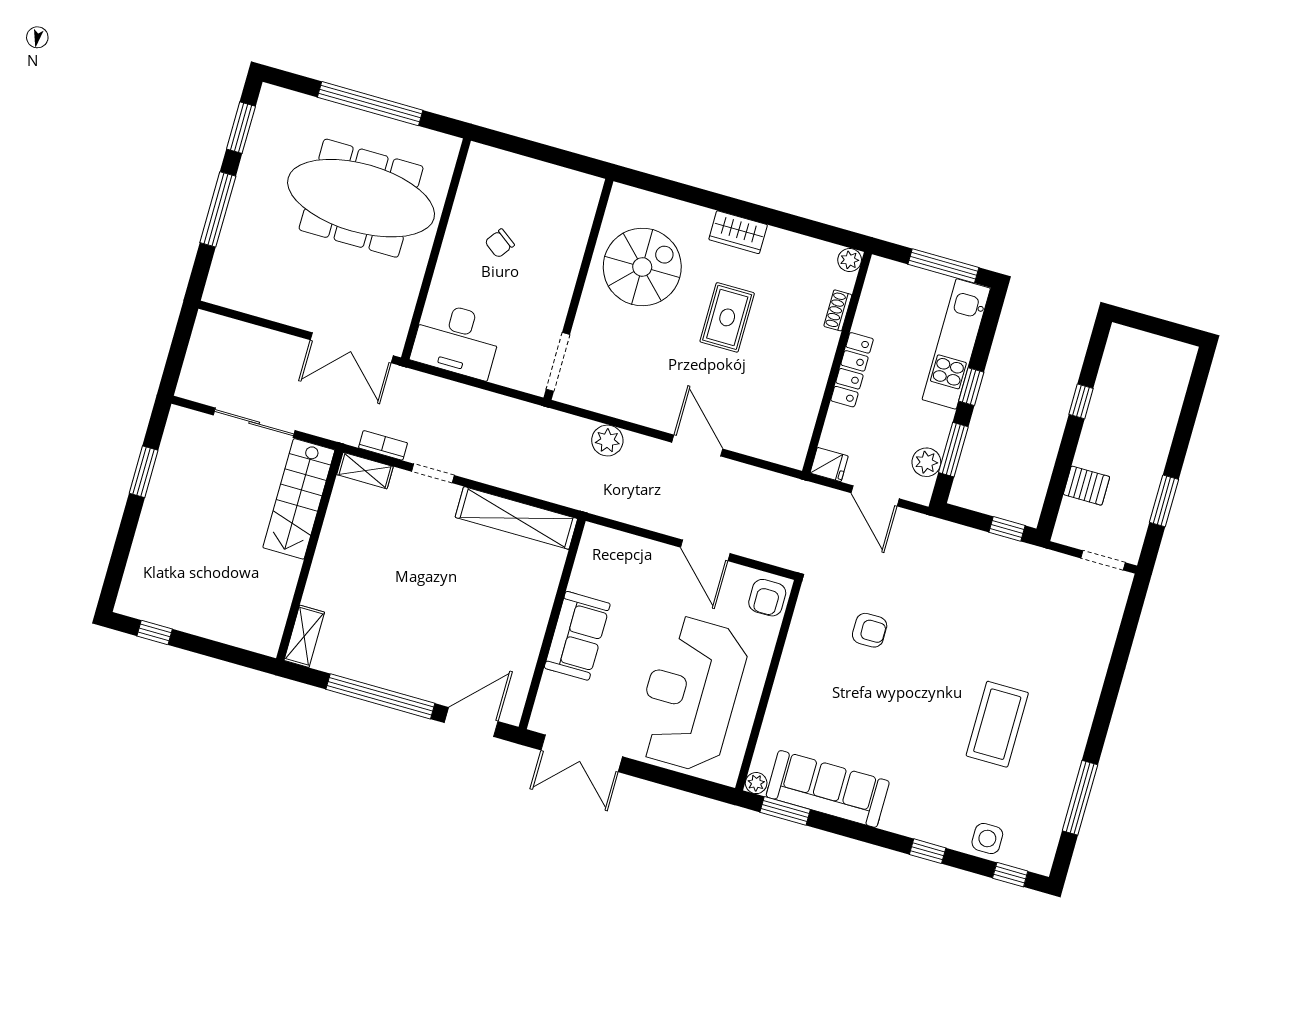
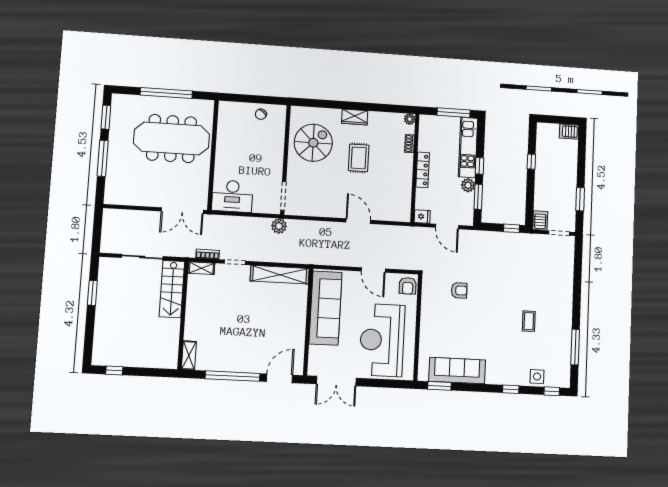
chair: (500, 243) -> (261, 114), moved
server rack: (1175, 356) -> (569, 132), added
plant: (607, 441) -> (279, 226), moved
plant: (926, 462) -> (468, 185), moved
server rack: (1087, 486) -> (540, 220), moved, turned -90
sofa: (577, 636) -> (325, 308), width x1.85, depth x1.27
coffee table: (997, 724) -> (529, 321), width x0.54, depth x0.58
plant: (756, 783) -> (423, 376), removed

